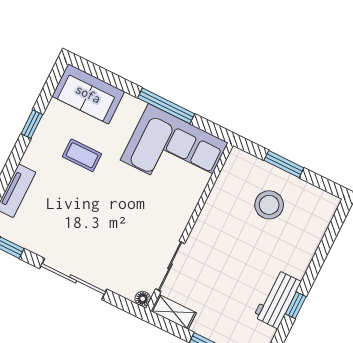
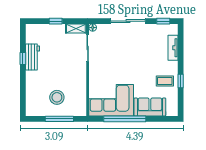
sofa: (88, 94) -> (150, 107), moved
window: (166, 106) -> (125, 119), width x1.46
coffee table: (82, 155) -> (165, 81), moved
window: (284, 164) -> (59, 119), width x1.44

